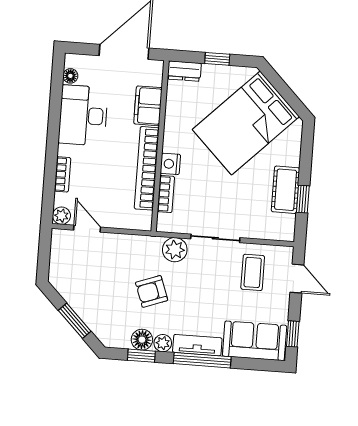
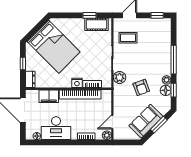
cot: (286, 190) -> (96, 24), moved
sofa: (255, 341) -> (146, 121), moved, turned 45
tv unit: (197, 345) -> (166, 63), removed

